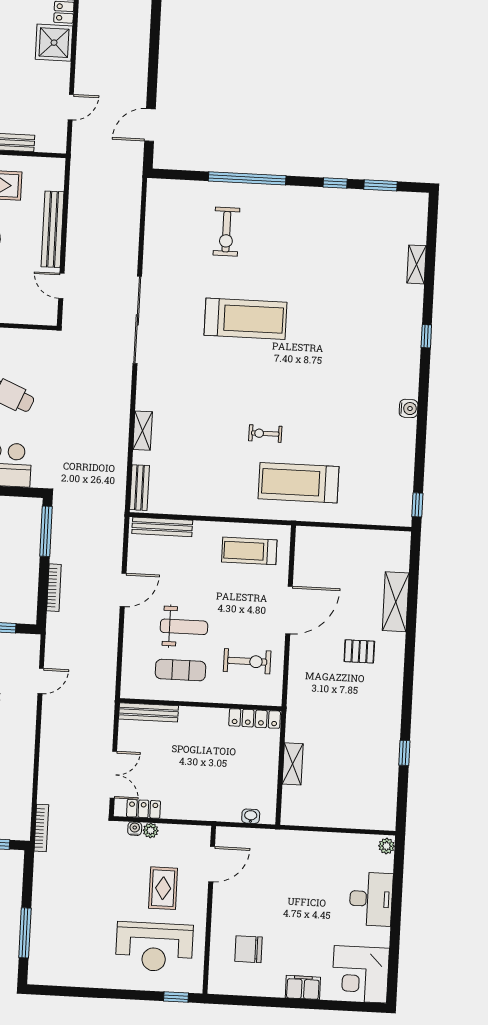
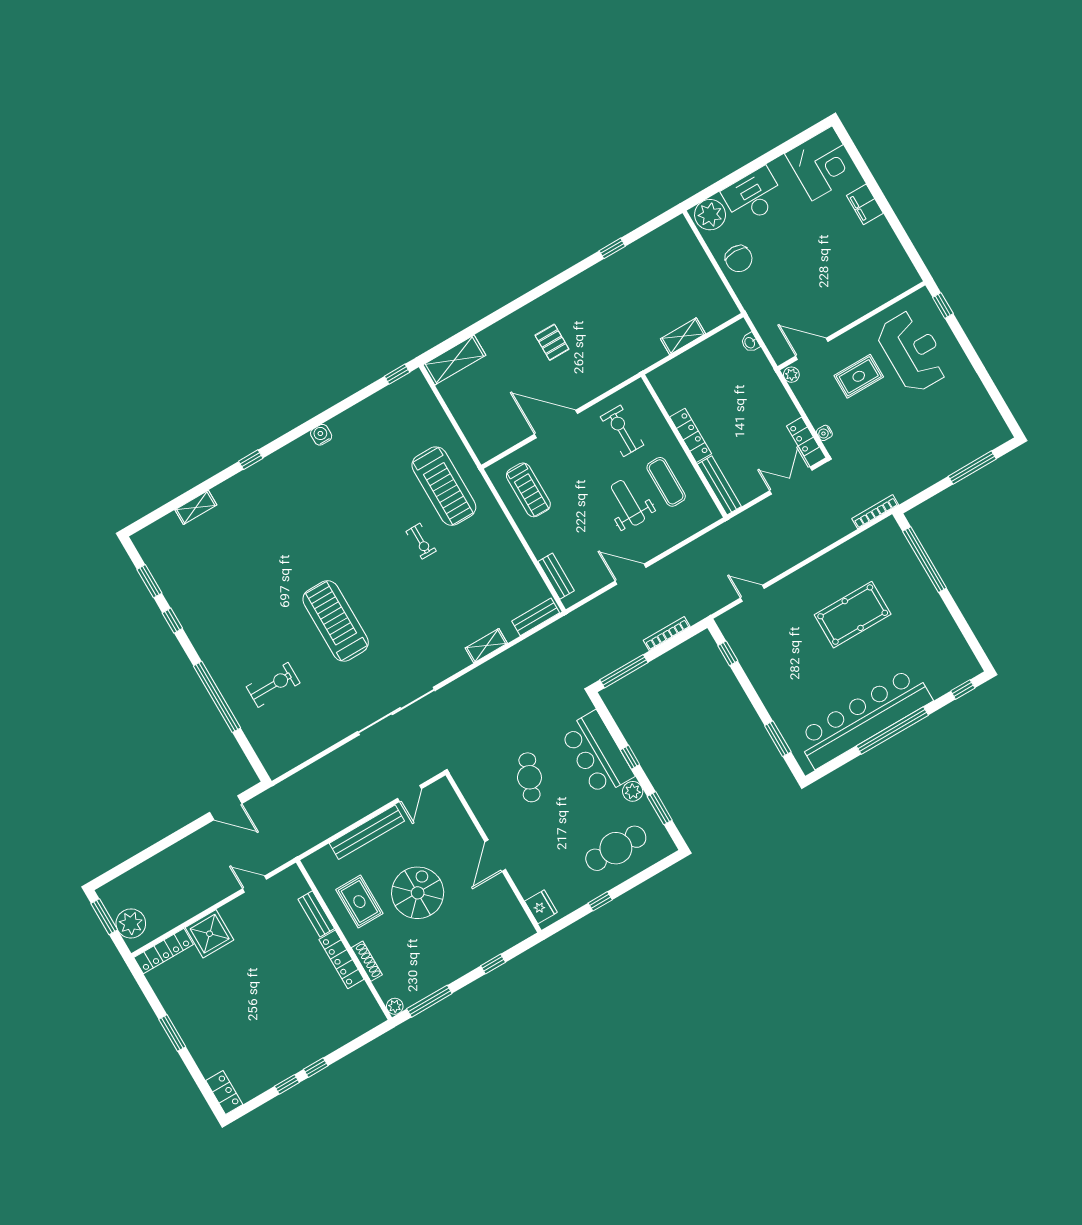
bench: (162, 527) -> (556, 576), width x0.73
shelving: (396, 602) -> (454, 360), moved
locker: (255, 718) -> (691, 435), moved
plant: (151, 830) -> (791, 375), moved
plant: (387, 846) -> (710, 215), width x1.88, depth x1.88
chair: (248, 949) -> (739, 259), moved

